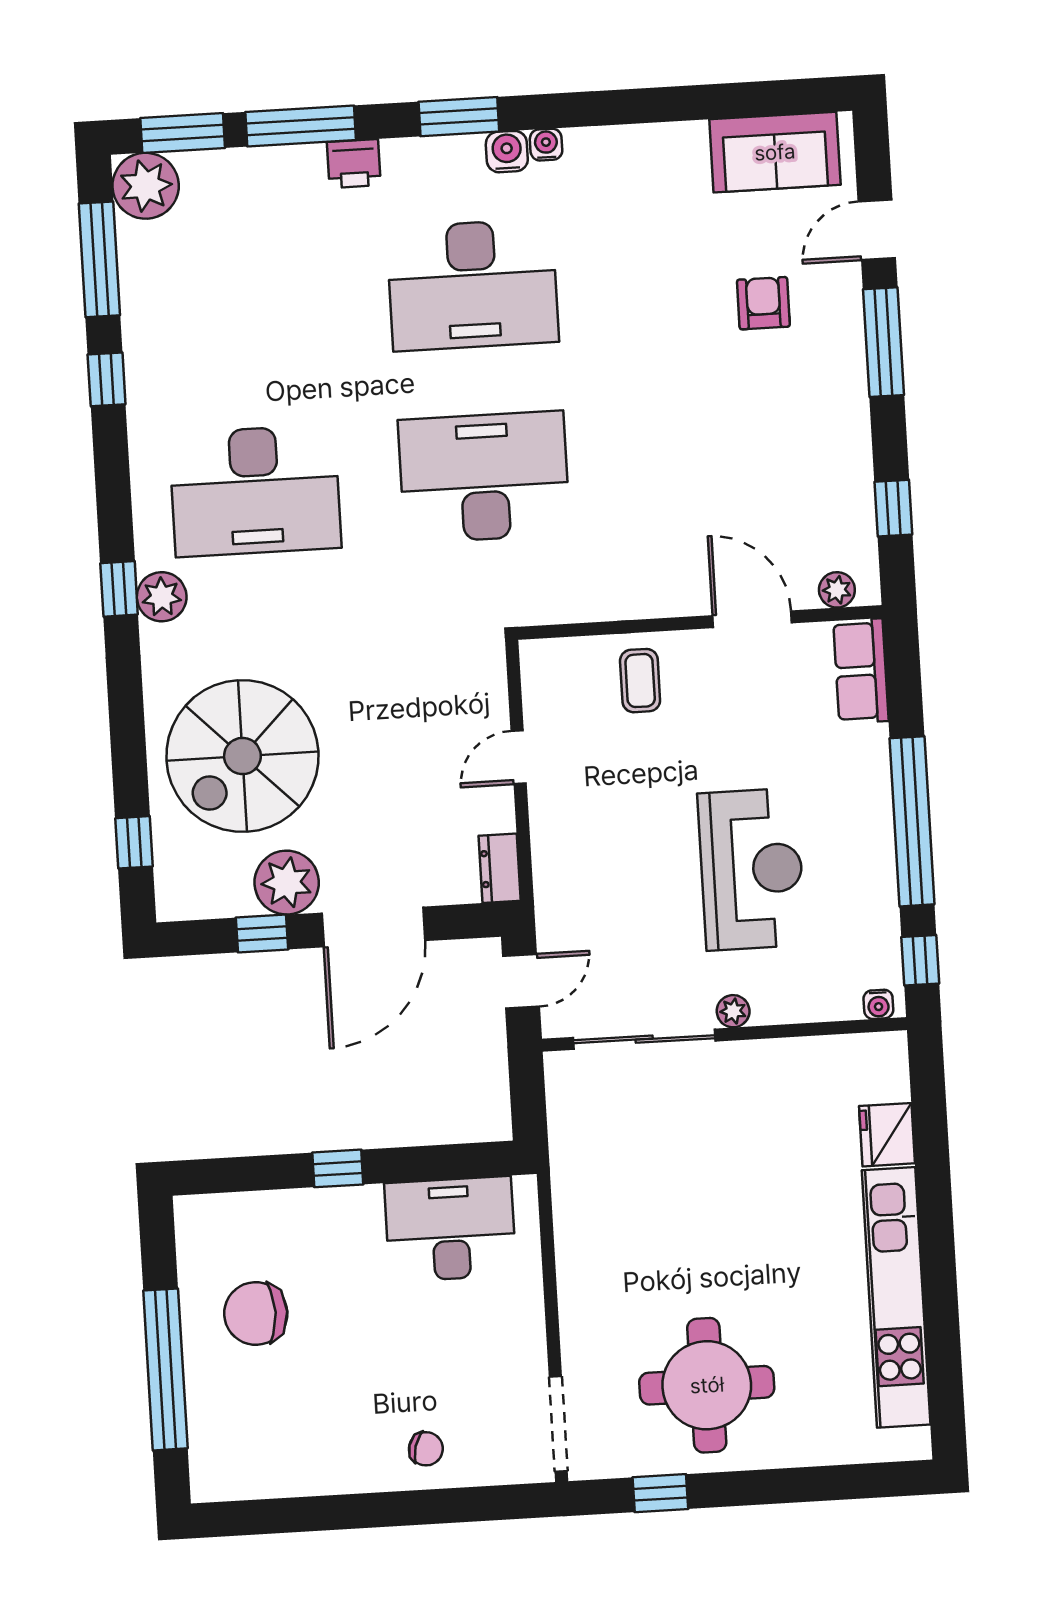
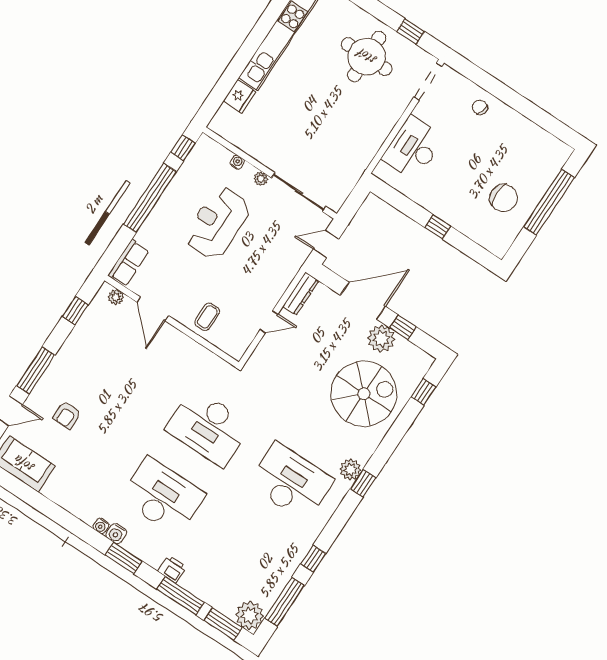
dresser: (500, 868) -> (301, 294), width x1.44
water cooler: (878, 1004) -> (237, 162), moved
desk: (450, 1229) -> (413, 148), moved, turned 90

